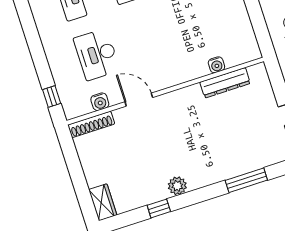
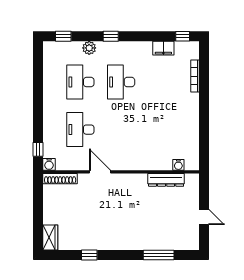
water cooler: (216, 65) -> (178, 165), moved
water cooler: (100, 102) -> (49, 164), moved
plant: (177, 186) -> (108, 243), removed

